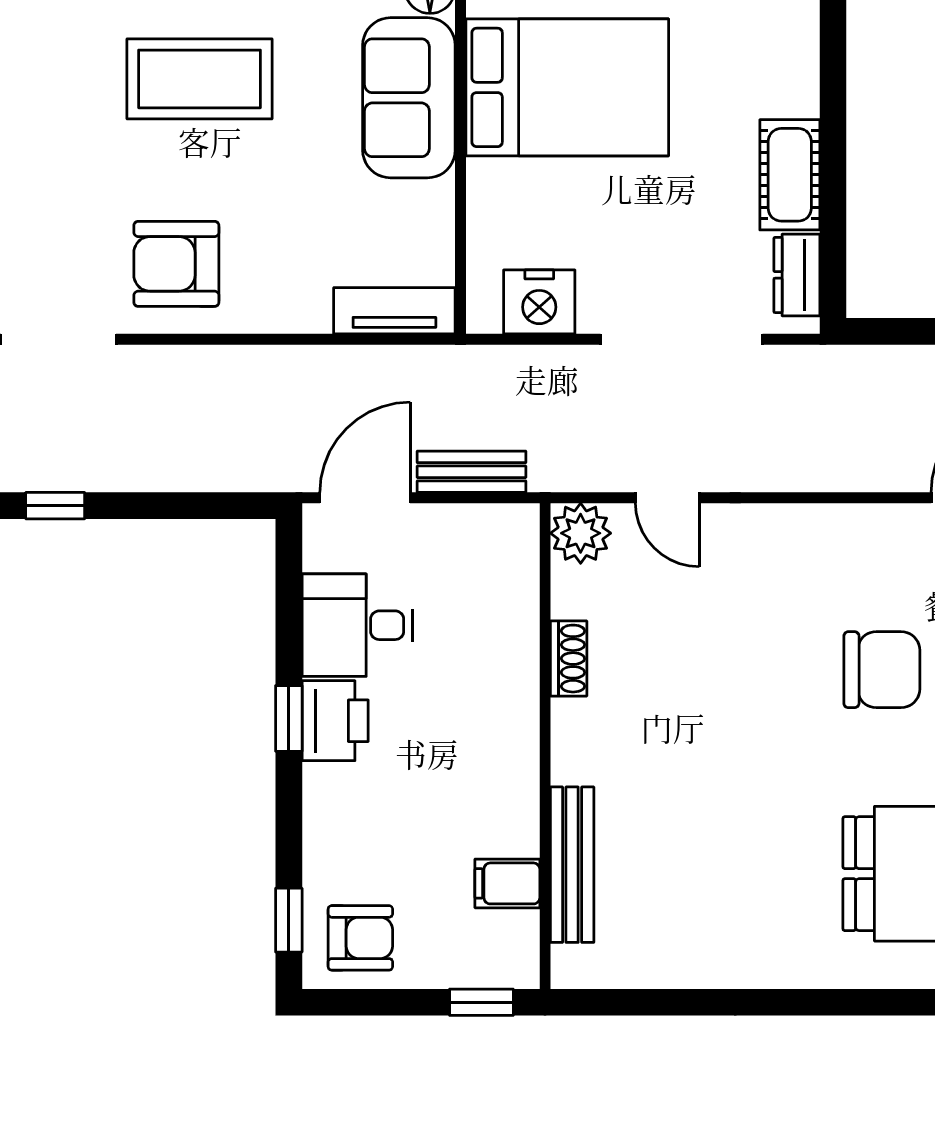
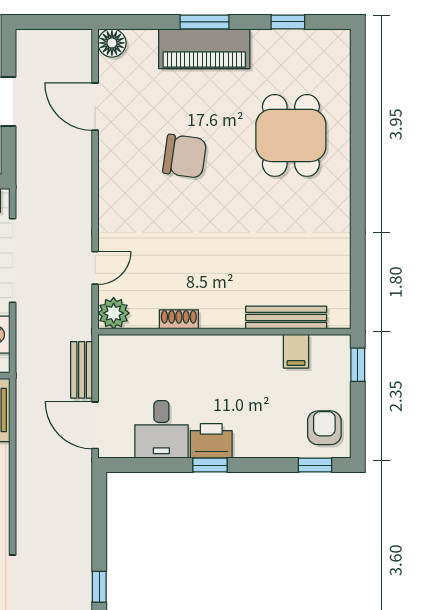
chair: (882, 670) -> (185, 156), turned 98

